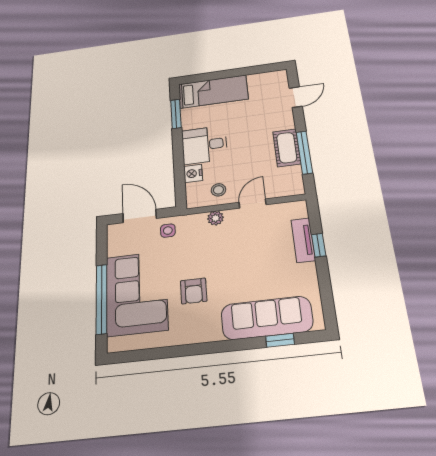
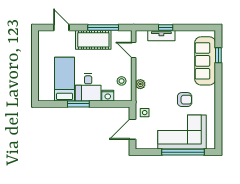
bed: (213, 92) -> (65, 79), moved
window: (176, 114) -> (78, 104), moved
cot: (287, 148) -> (93, 40), width x1.37, depth x1.34
door: (253, 204) -> (134, 50), moved

